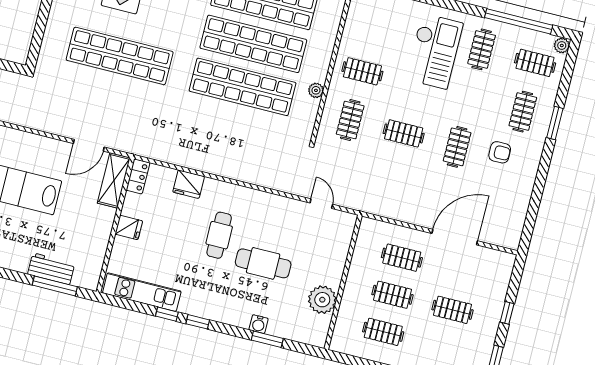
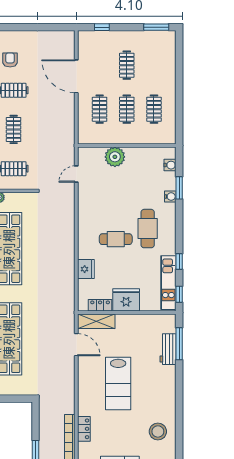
locker: (138, 176) -> (100, 305), moved
fridge: (129, 227) -> (126, 300), width x1.88, depth x1.34
cafe table: (263, 263) -> (148, 229), moved
plant: (322, 300) -> (115, 157), moved
window: (507, 313) -> (102, 27), moved
window: (198, 322) -> (179, 294), moved
water cooler: (302, 335) -> (170, 165), added

